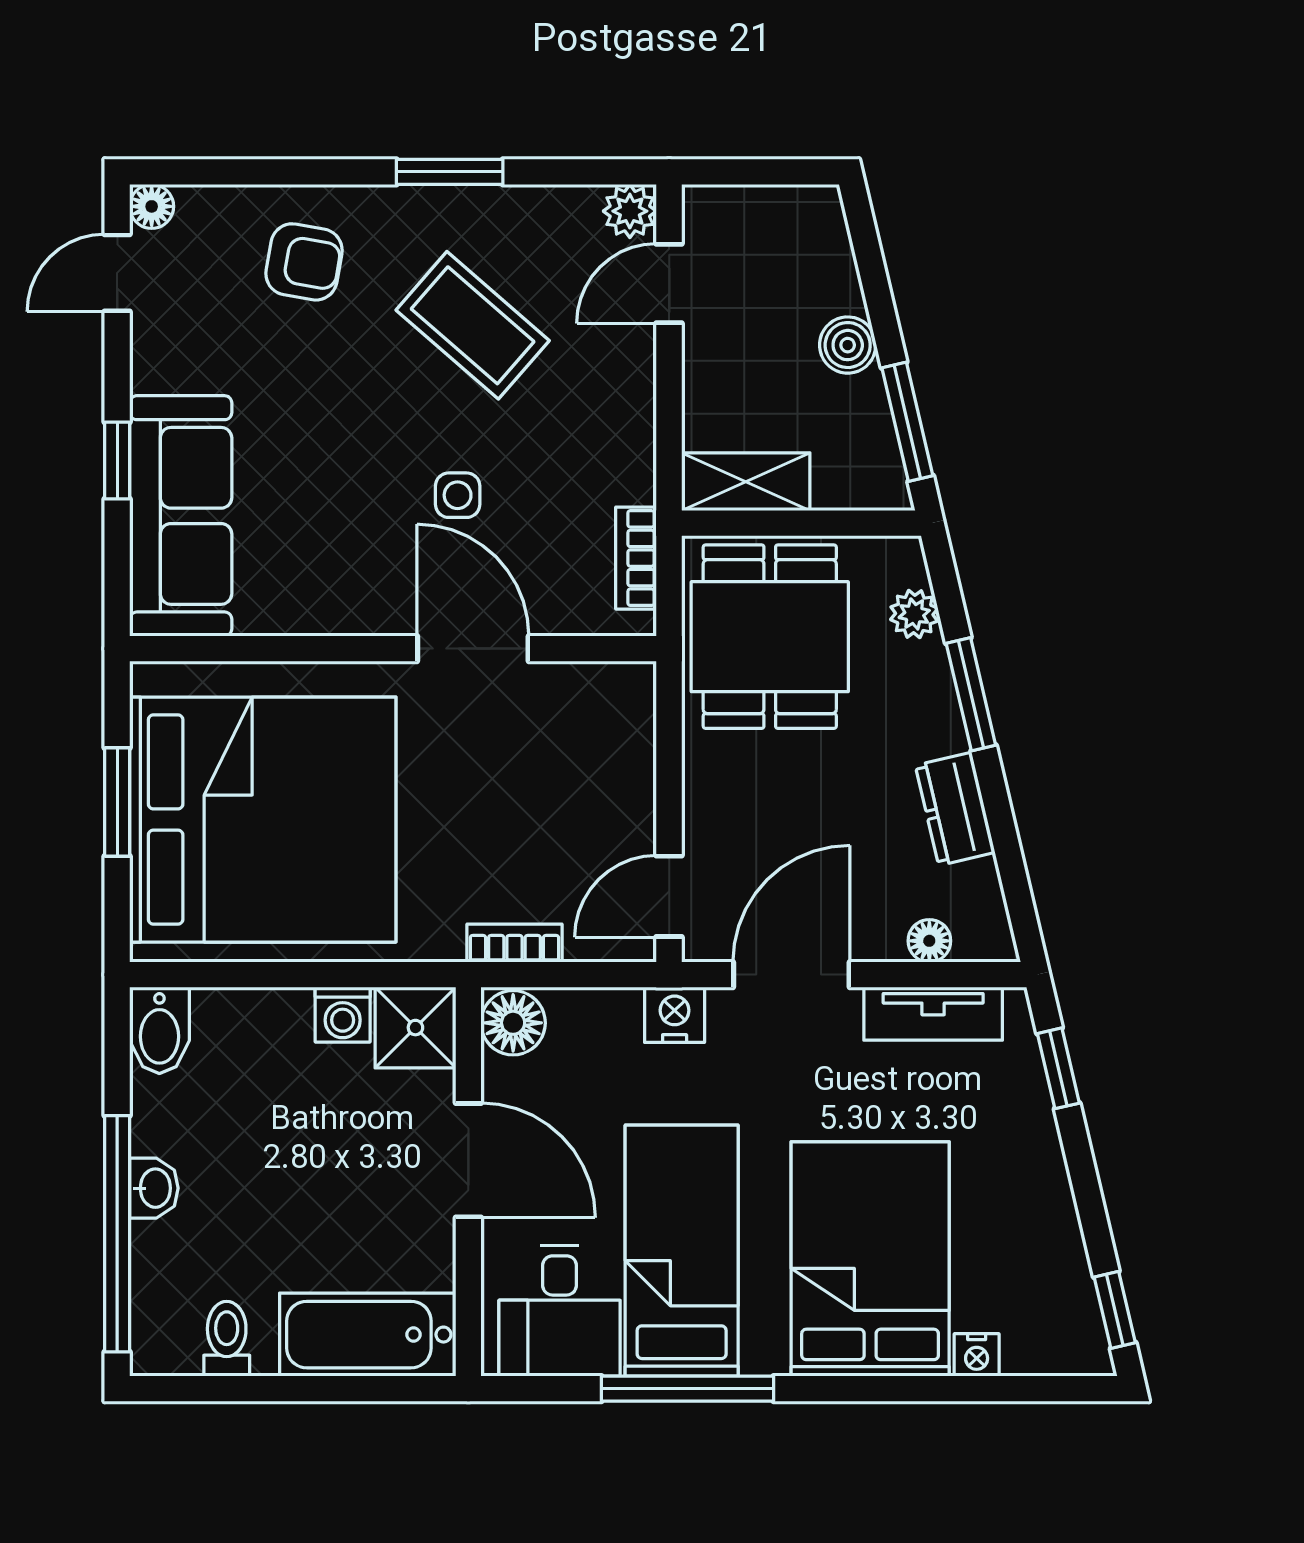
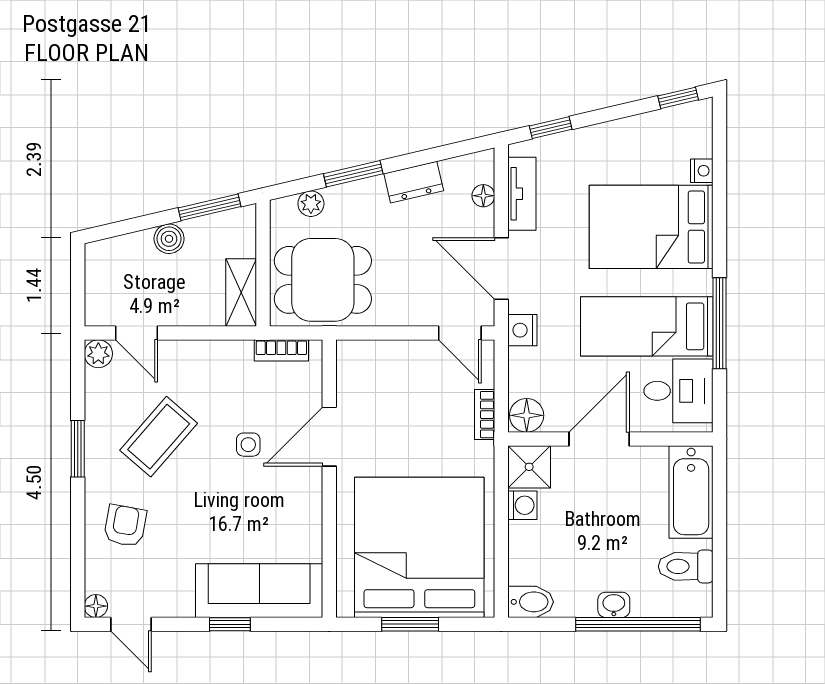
toilet: (227, 1339) -> (686, 566), width x1.37, depth x1.39

